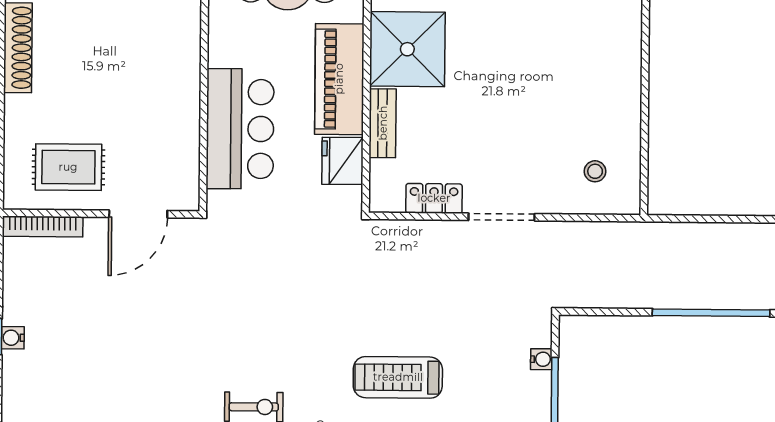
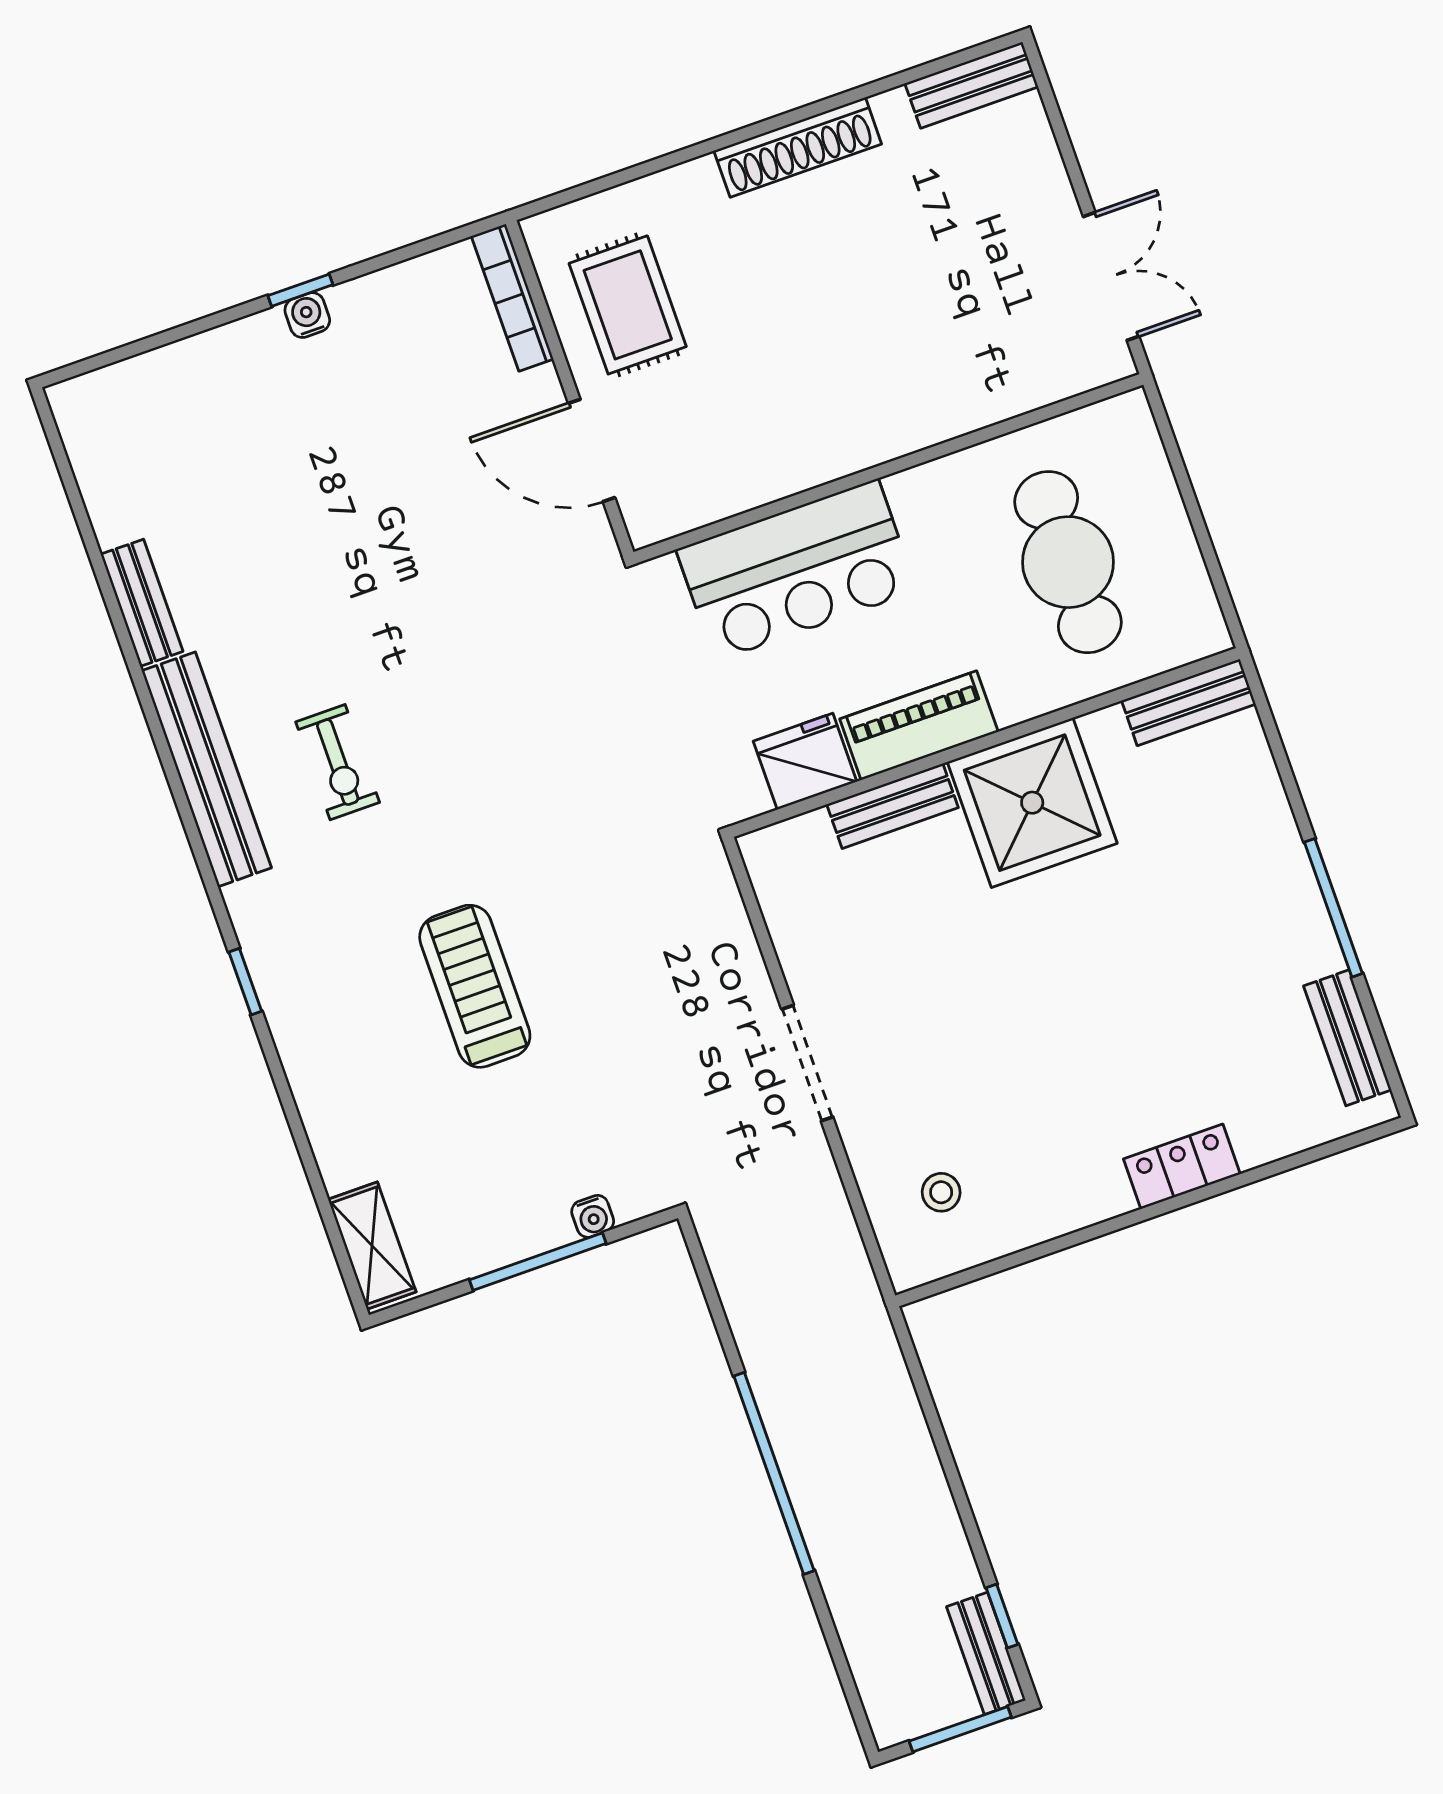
piano: (339, 79) -> (919, 725), width x0.73, depth x0.75
locker: (434, 198) -> (1182, 1167), moved, turned -90

